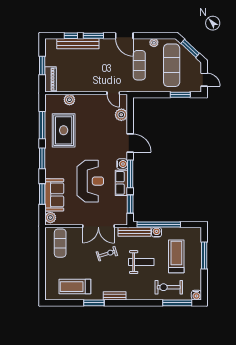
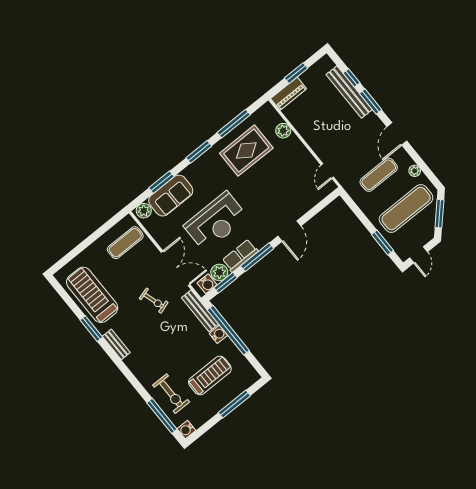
plant: (121, 115) -> (219, 272), moved
water cooler: (122, 164) -> (207, 284), moved
double door: (98, 226) -> (175, 268), swing flipped
weight bench: (141, 262) -> (174, 344), removed
treadmill: (75, 287) -> (92, 295), width x1.37, depth x1.37
exercise bike: (169, 287) -> (171, 394), turned 180

